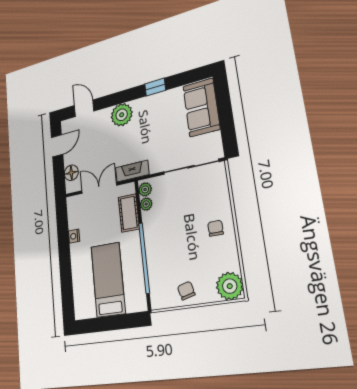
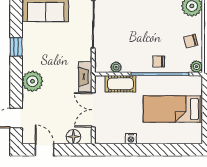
plant: (145, 189) -> (196, 67), moved
chair: (216, 228) -> (159, 62), moved

